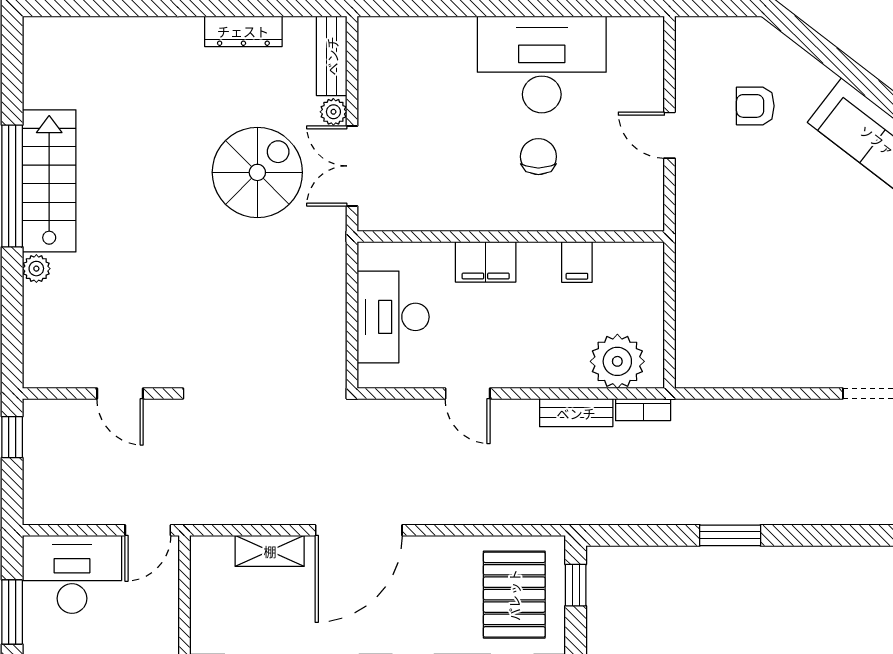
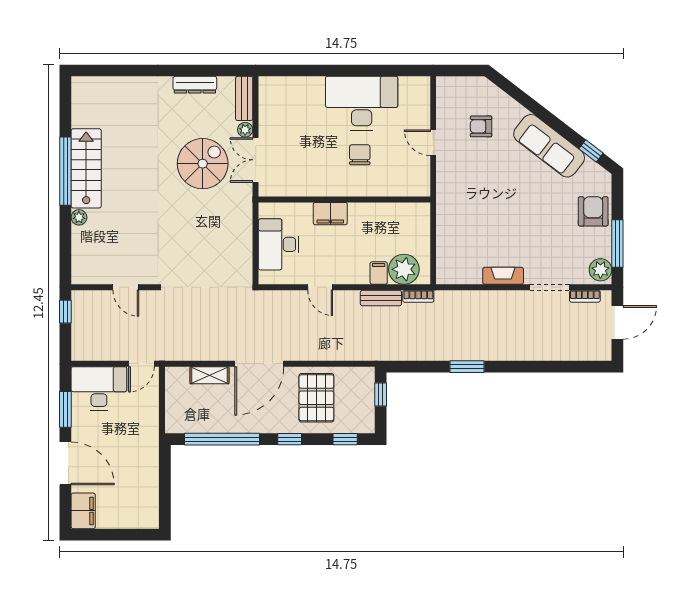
filing cabinet: (577, 262) -> (379, 273), moved, turned 180
fireplace: (795, 373) -> (503, 276), added
pallet: (514, 595) -> (316, 398), moved

